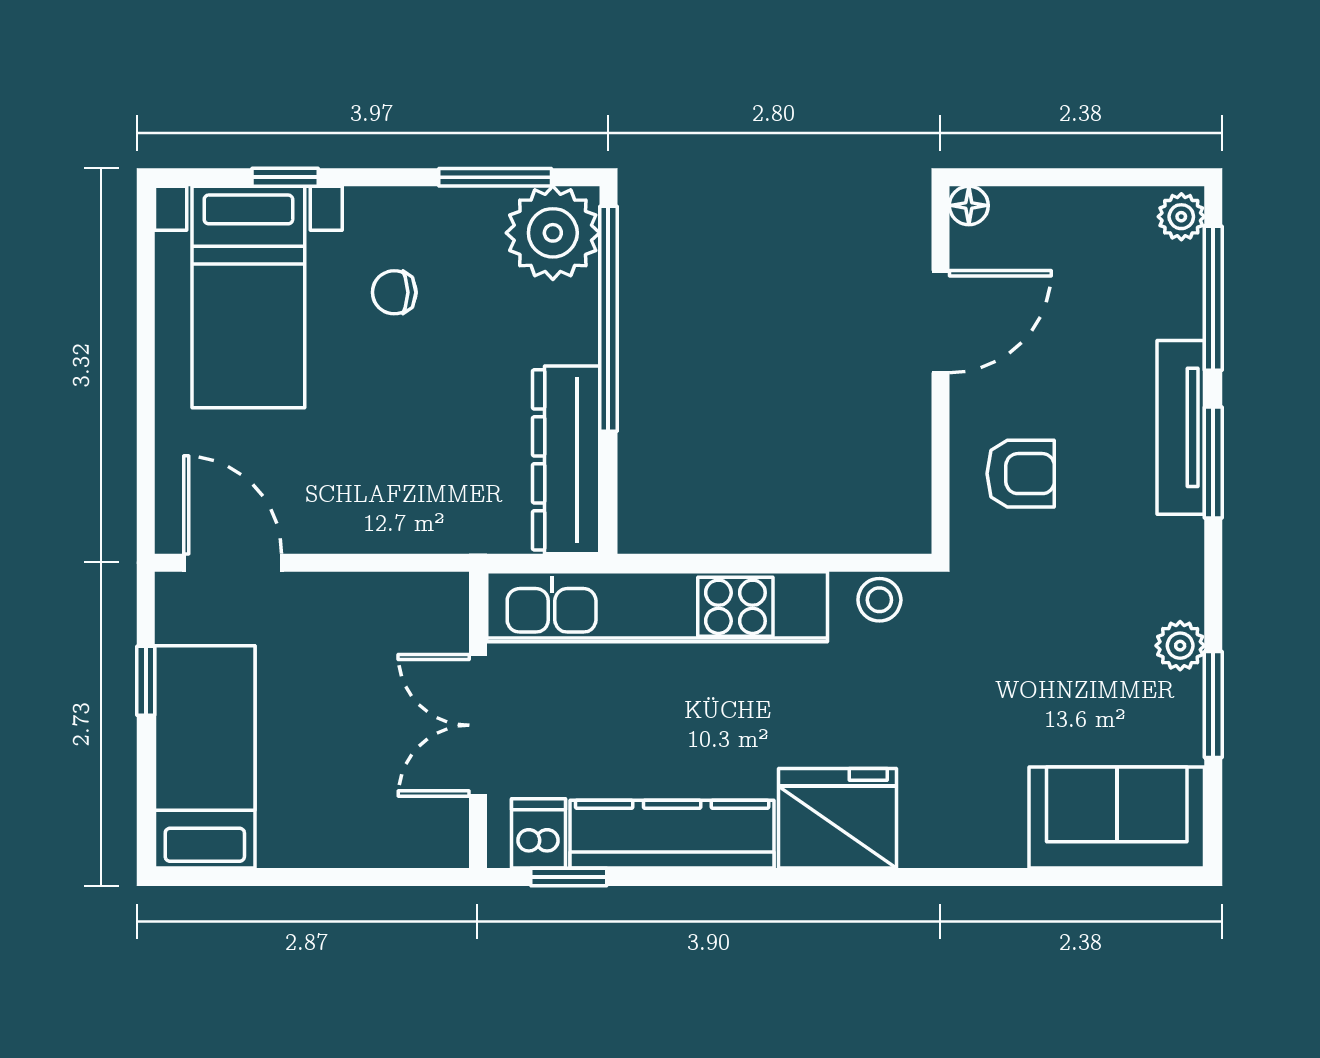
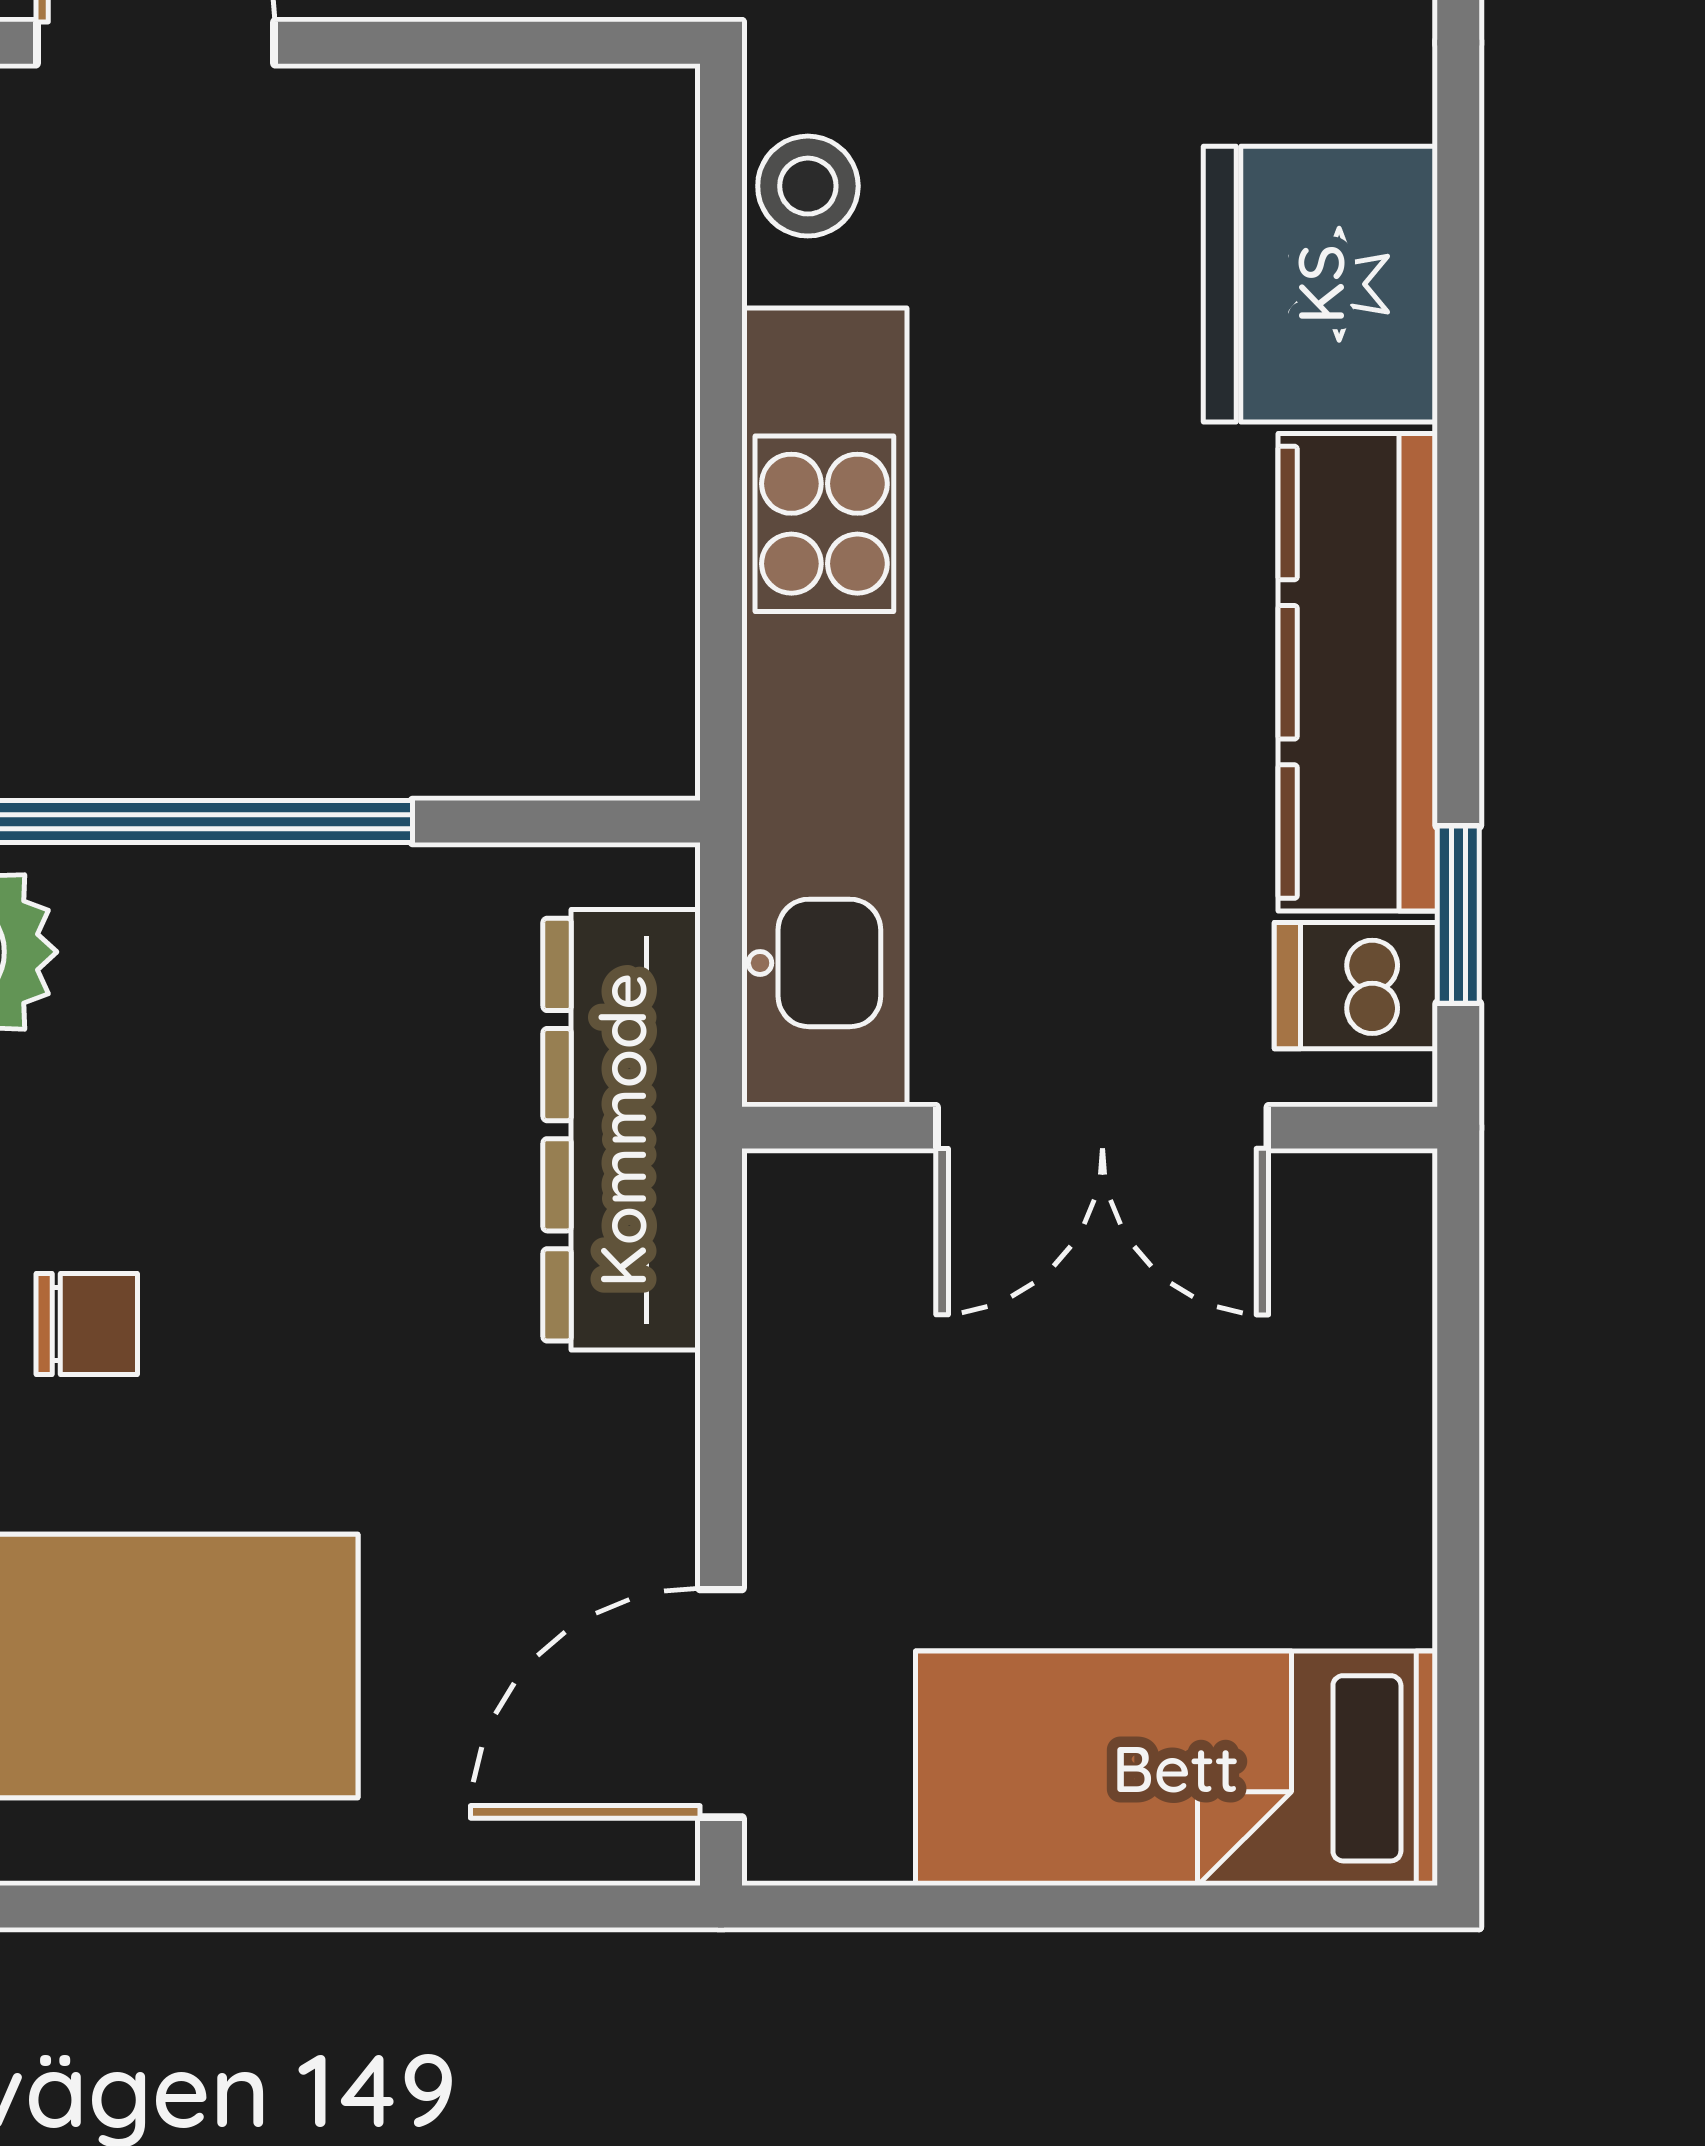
chair: (394, 292) -> (87, 1324), turned -90
dresser: (566, 460) -> (622, 1130), moved, turned 90
window: (146, 681) -> (998, 1907), removed

